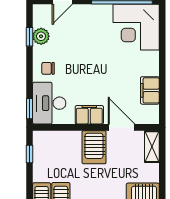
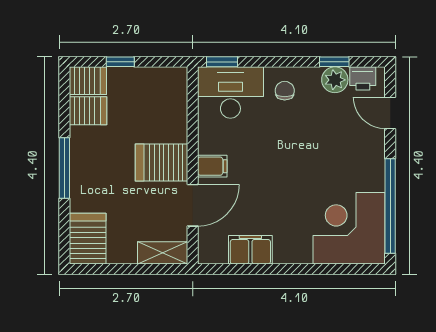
printer: (40, 18) -> (363, 78), added
filing cabinet: (89, 115) -> (212, 166), width x0.50
window: (30, 154) -> (120, 62), moved

